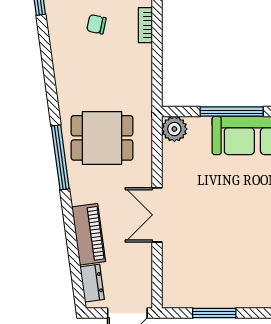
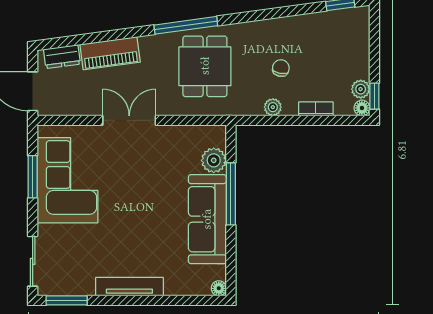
chair: (96, 24) -> (281, 68), moved
plant: (144, 69) -> (273, 107), added
plant: (174, 129) -> (214, 160), moved
corner sofa: (218, 278) -> (68, 180), added

